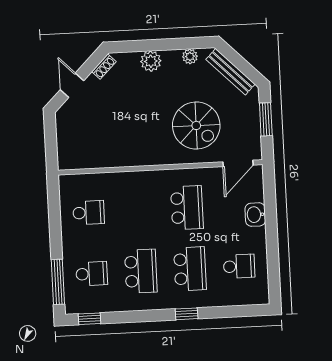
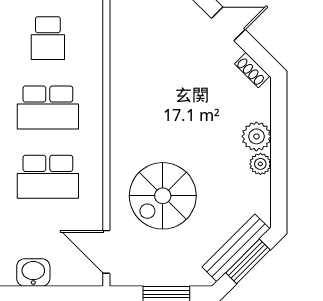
plant: (190, 56) -> (260, 164), moved
window: (240, 63) -> (248, 261), added
school desk: (138, 210) -> (48, 107), added

